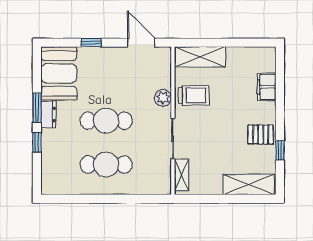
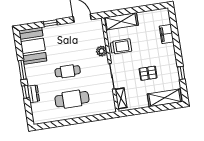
dresser: (48, 115) -> (33, 94), moved
cafe table: (106, 121) -> (68, 71), width x0.73, depth x0.74
pallet: (261, 134) -> (148, 73), moved

